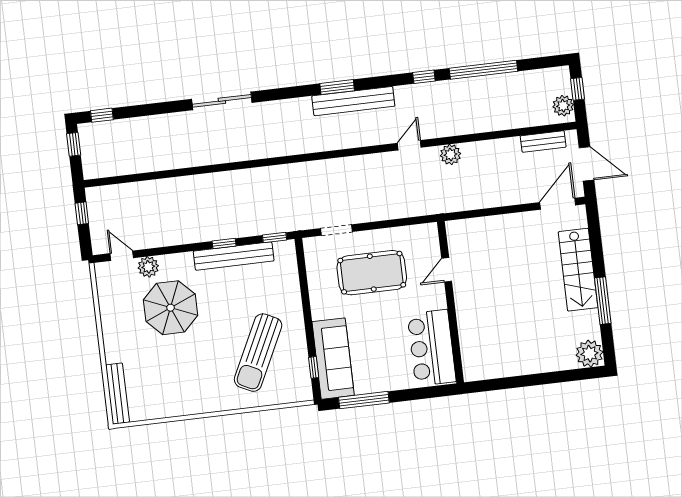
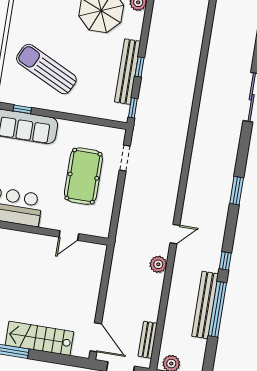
bench: (353, 101) -> (205, 305), moved
door: (409, 145) -> (175, 234), hinge flipped
door: (447, 270) -> (69, 235), swing flipped

